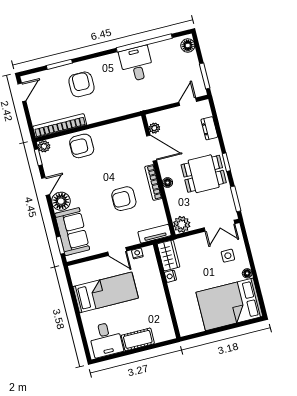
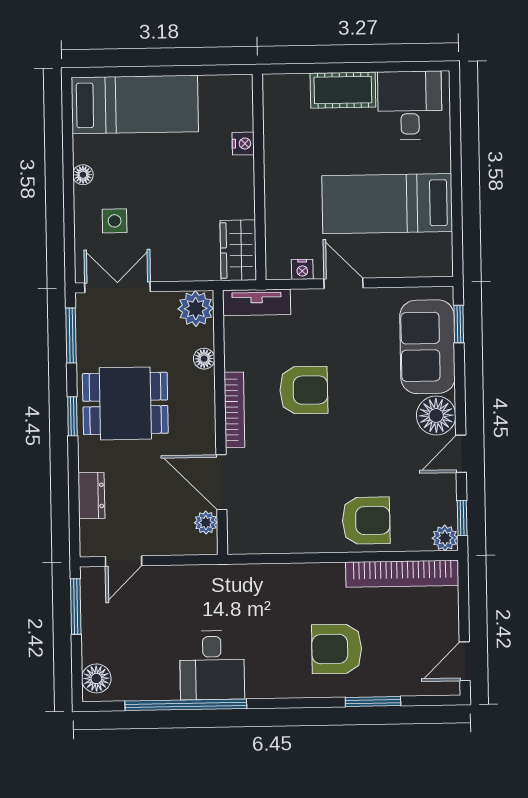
armchair: (81, 84) -> (337, 649), turned 90
floor lamp: (168, 183) -> (204, 359), moved
nightstand: (170, 276) -> (243, 144), moved
bed: (229, 304) -> (135, 104), width x0.67

